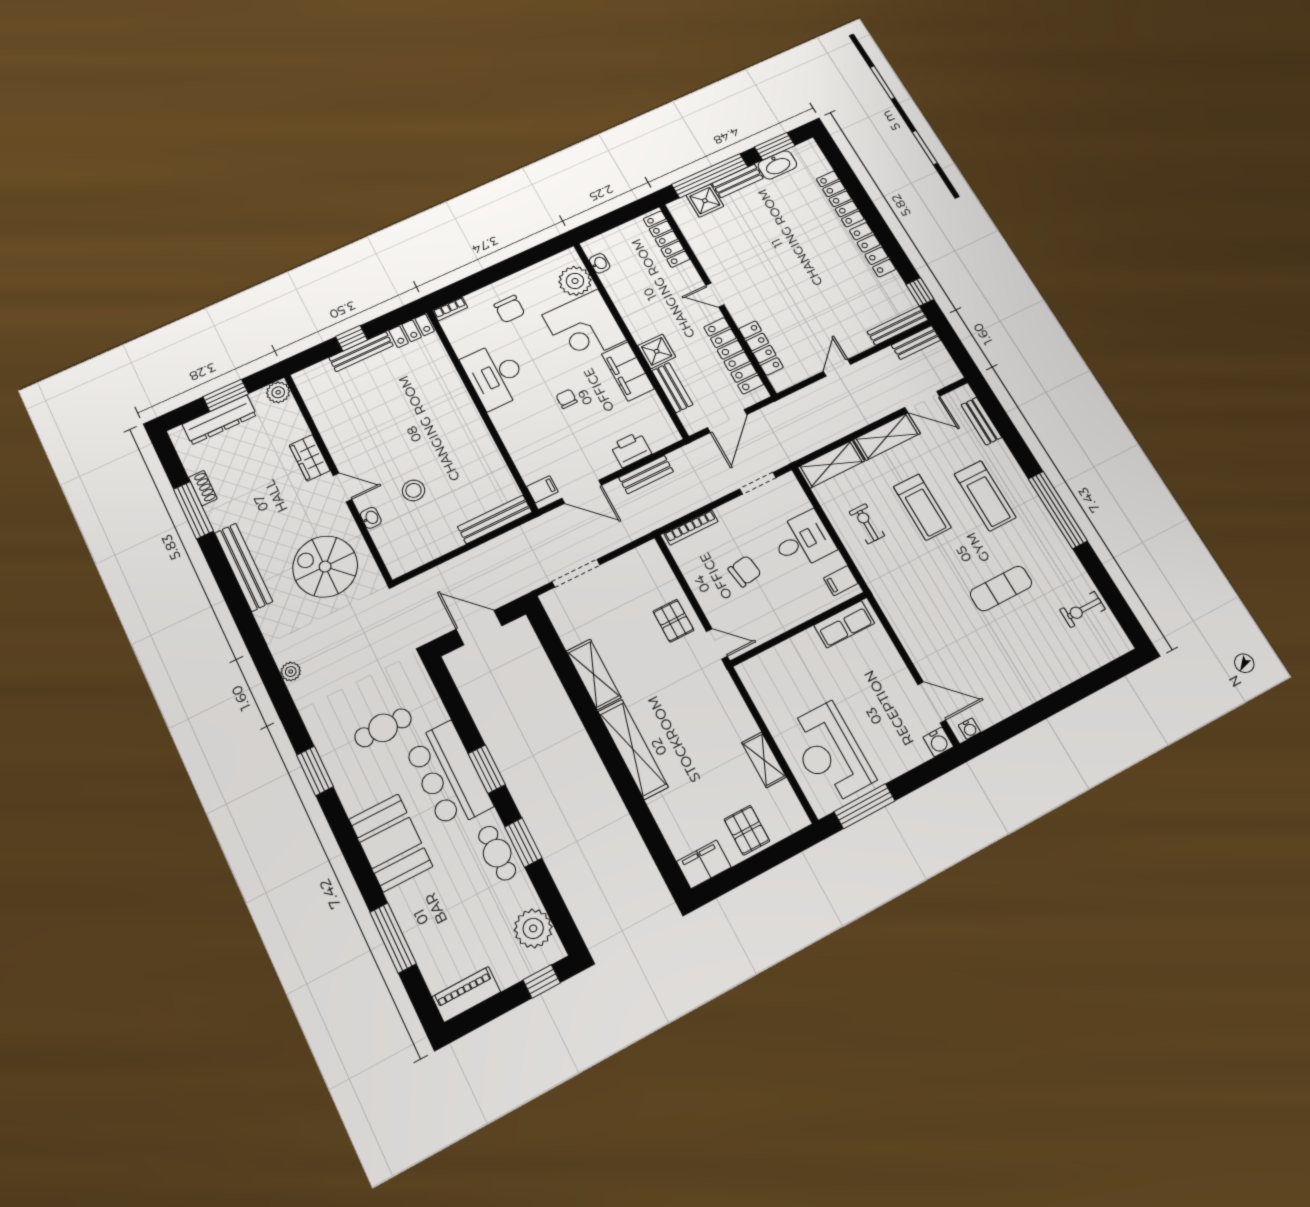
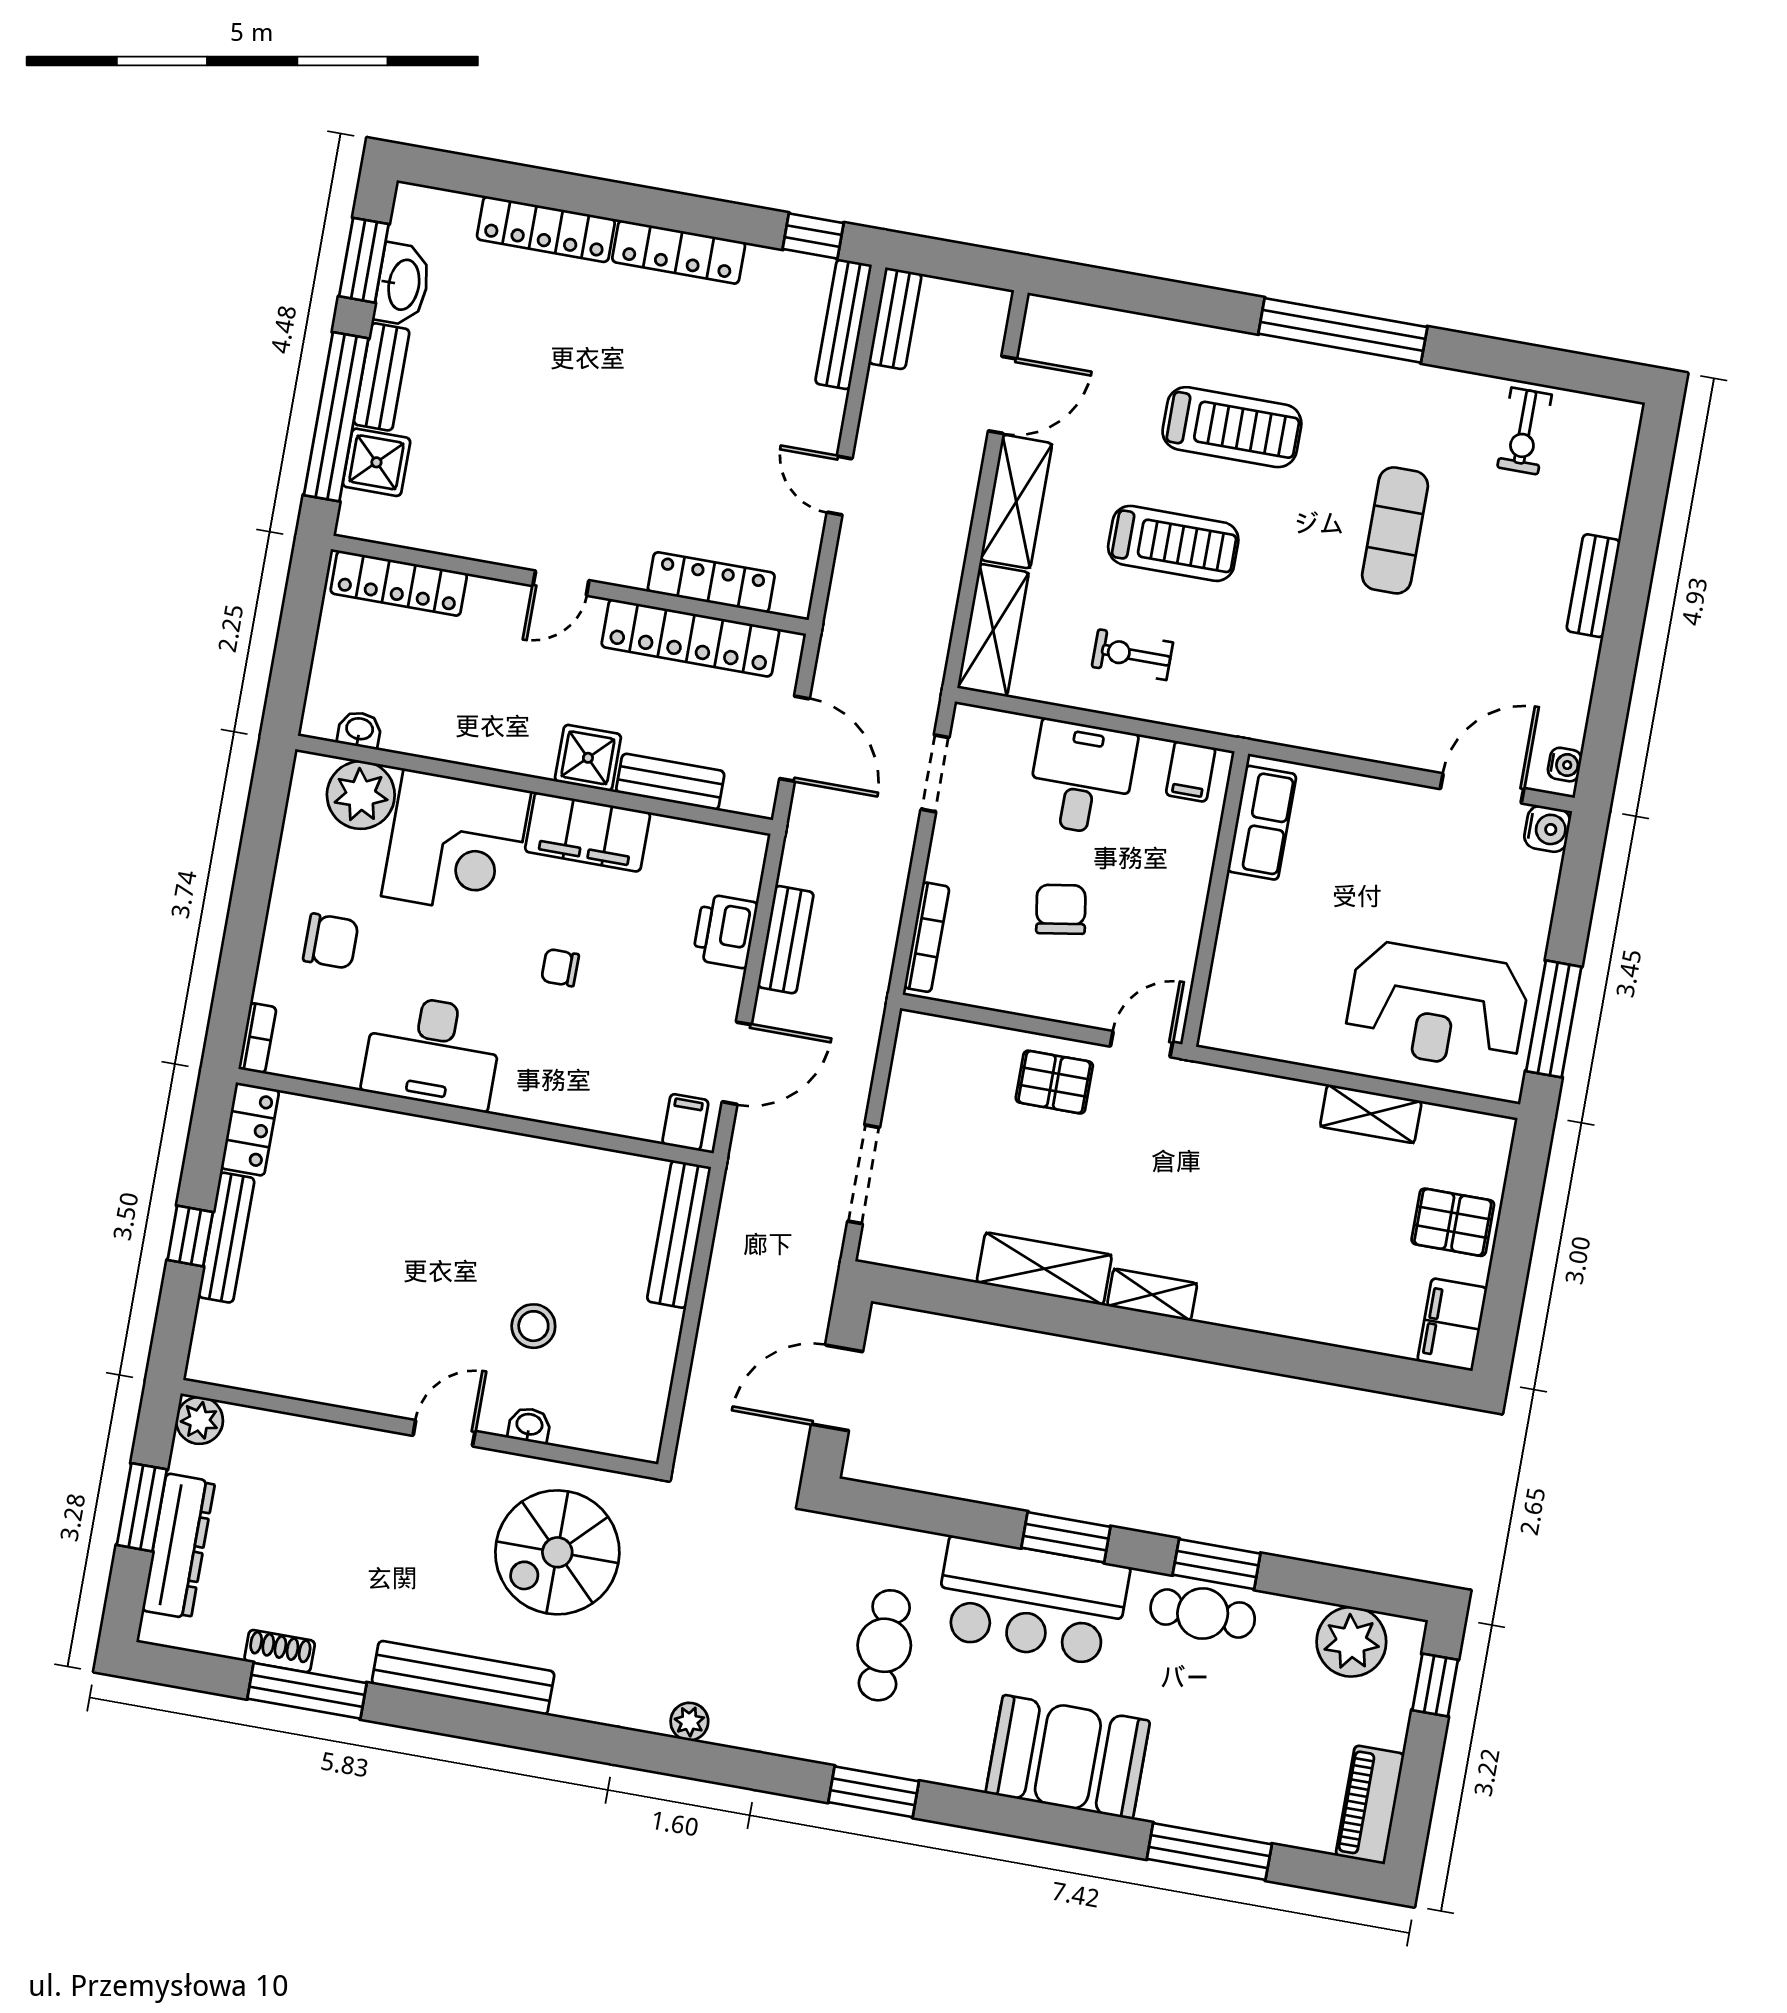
bench: (981, 421) -> (1593, 586), moved, turned 90
wardrobe: (310, 458) -> (353, 1449), removed
shelving: (633, 749) -> (1152, 1295), width x0.45, depth x0.75

